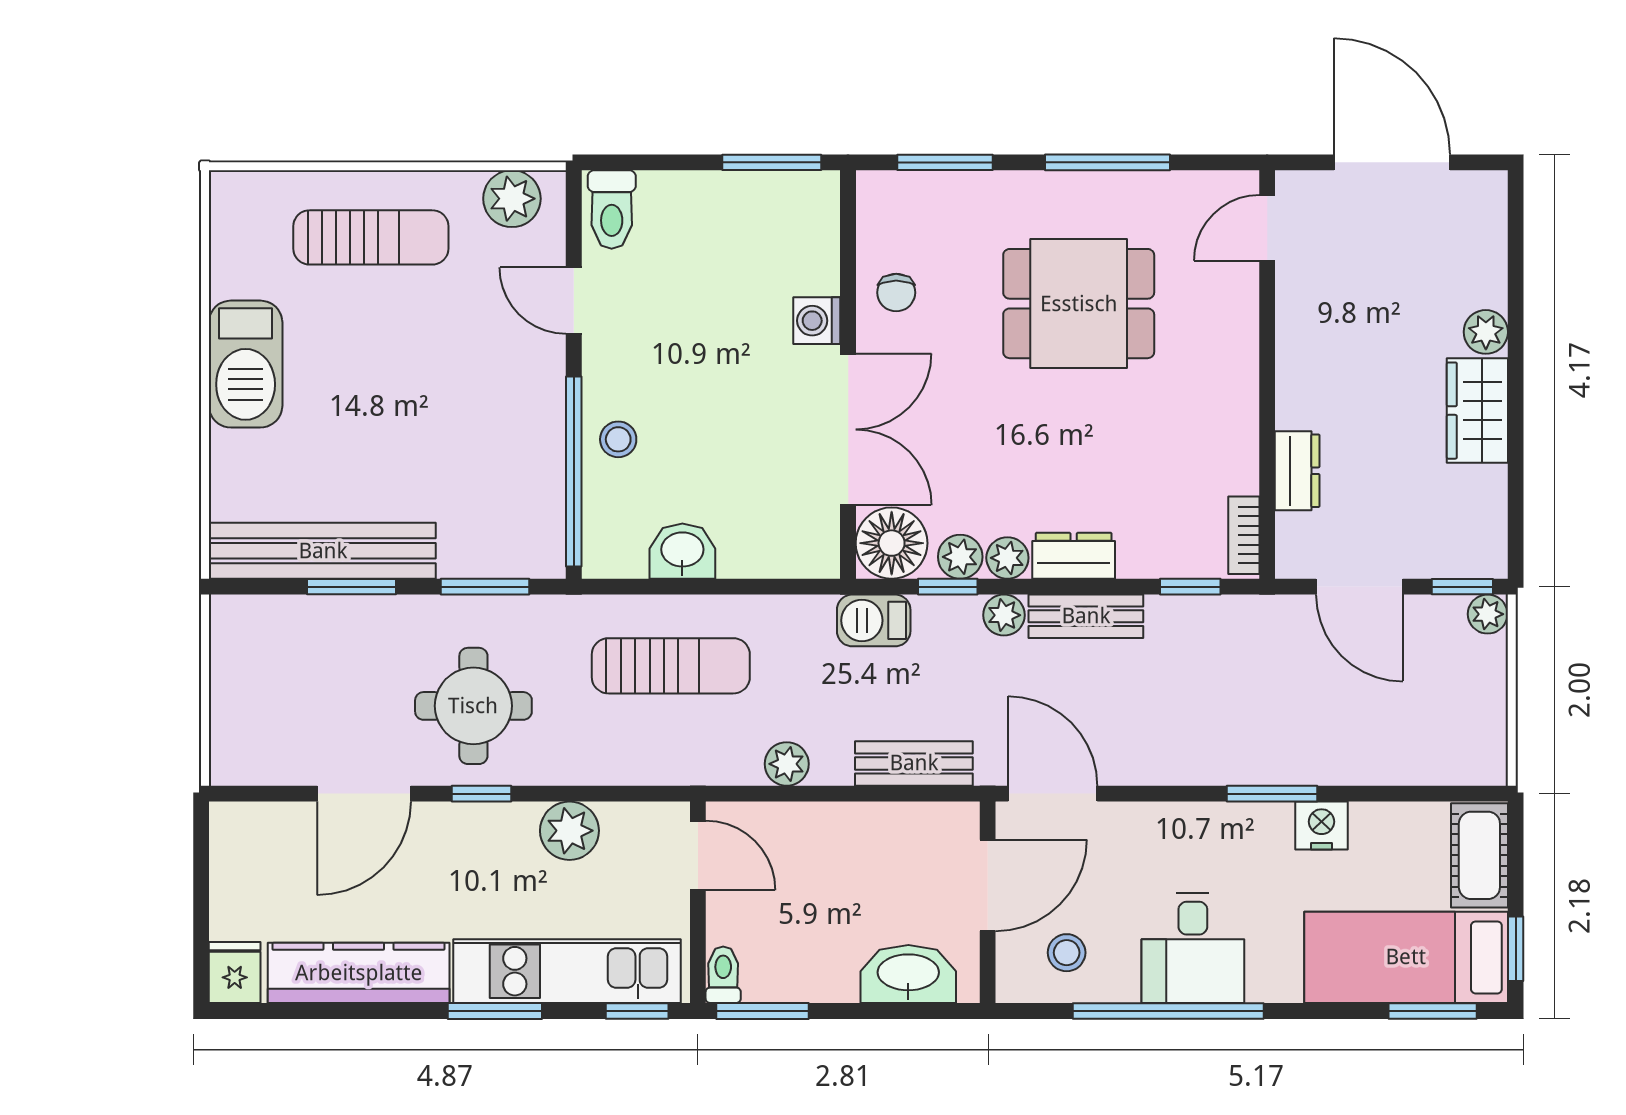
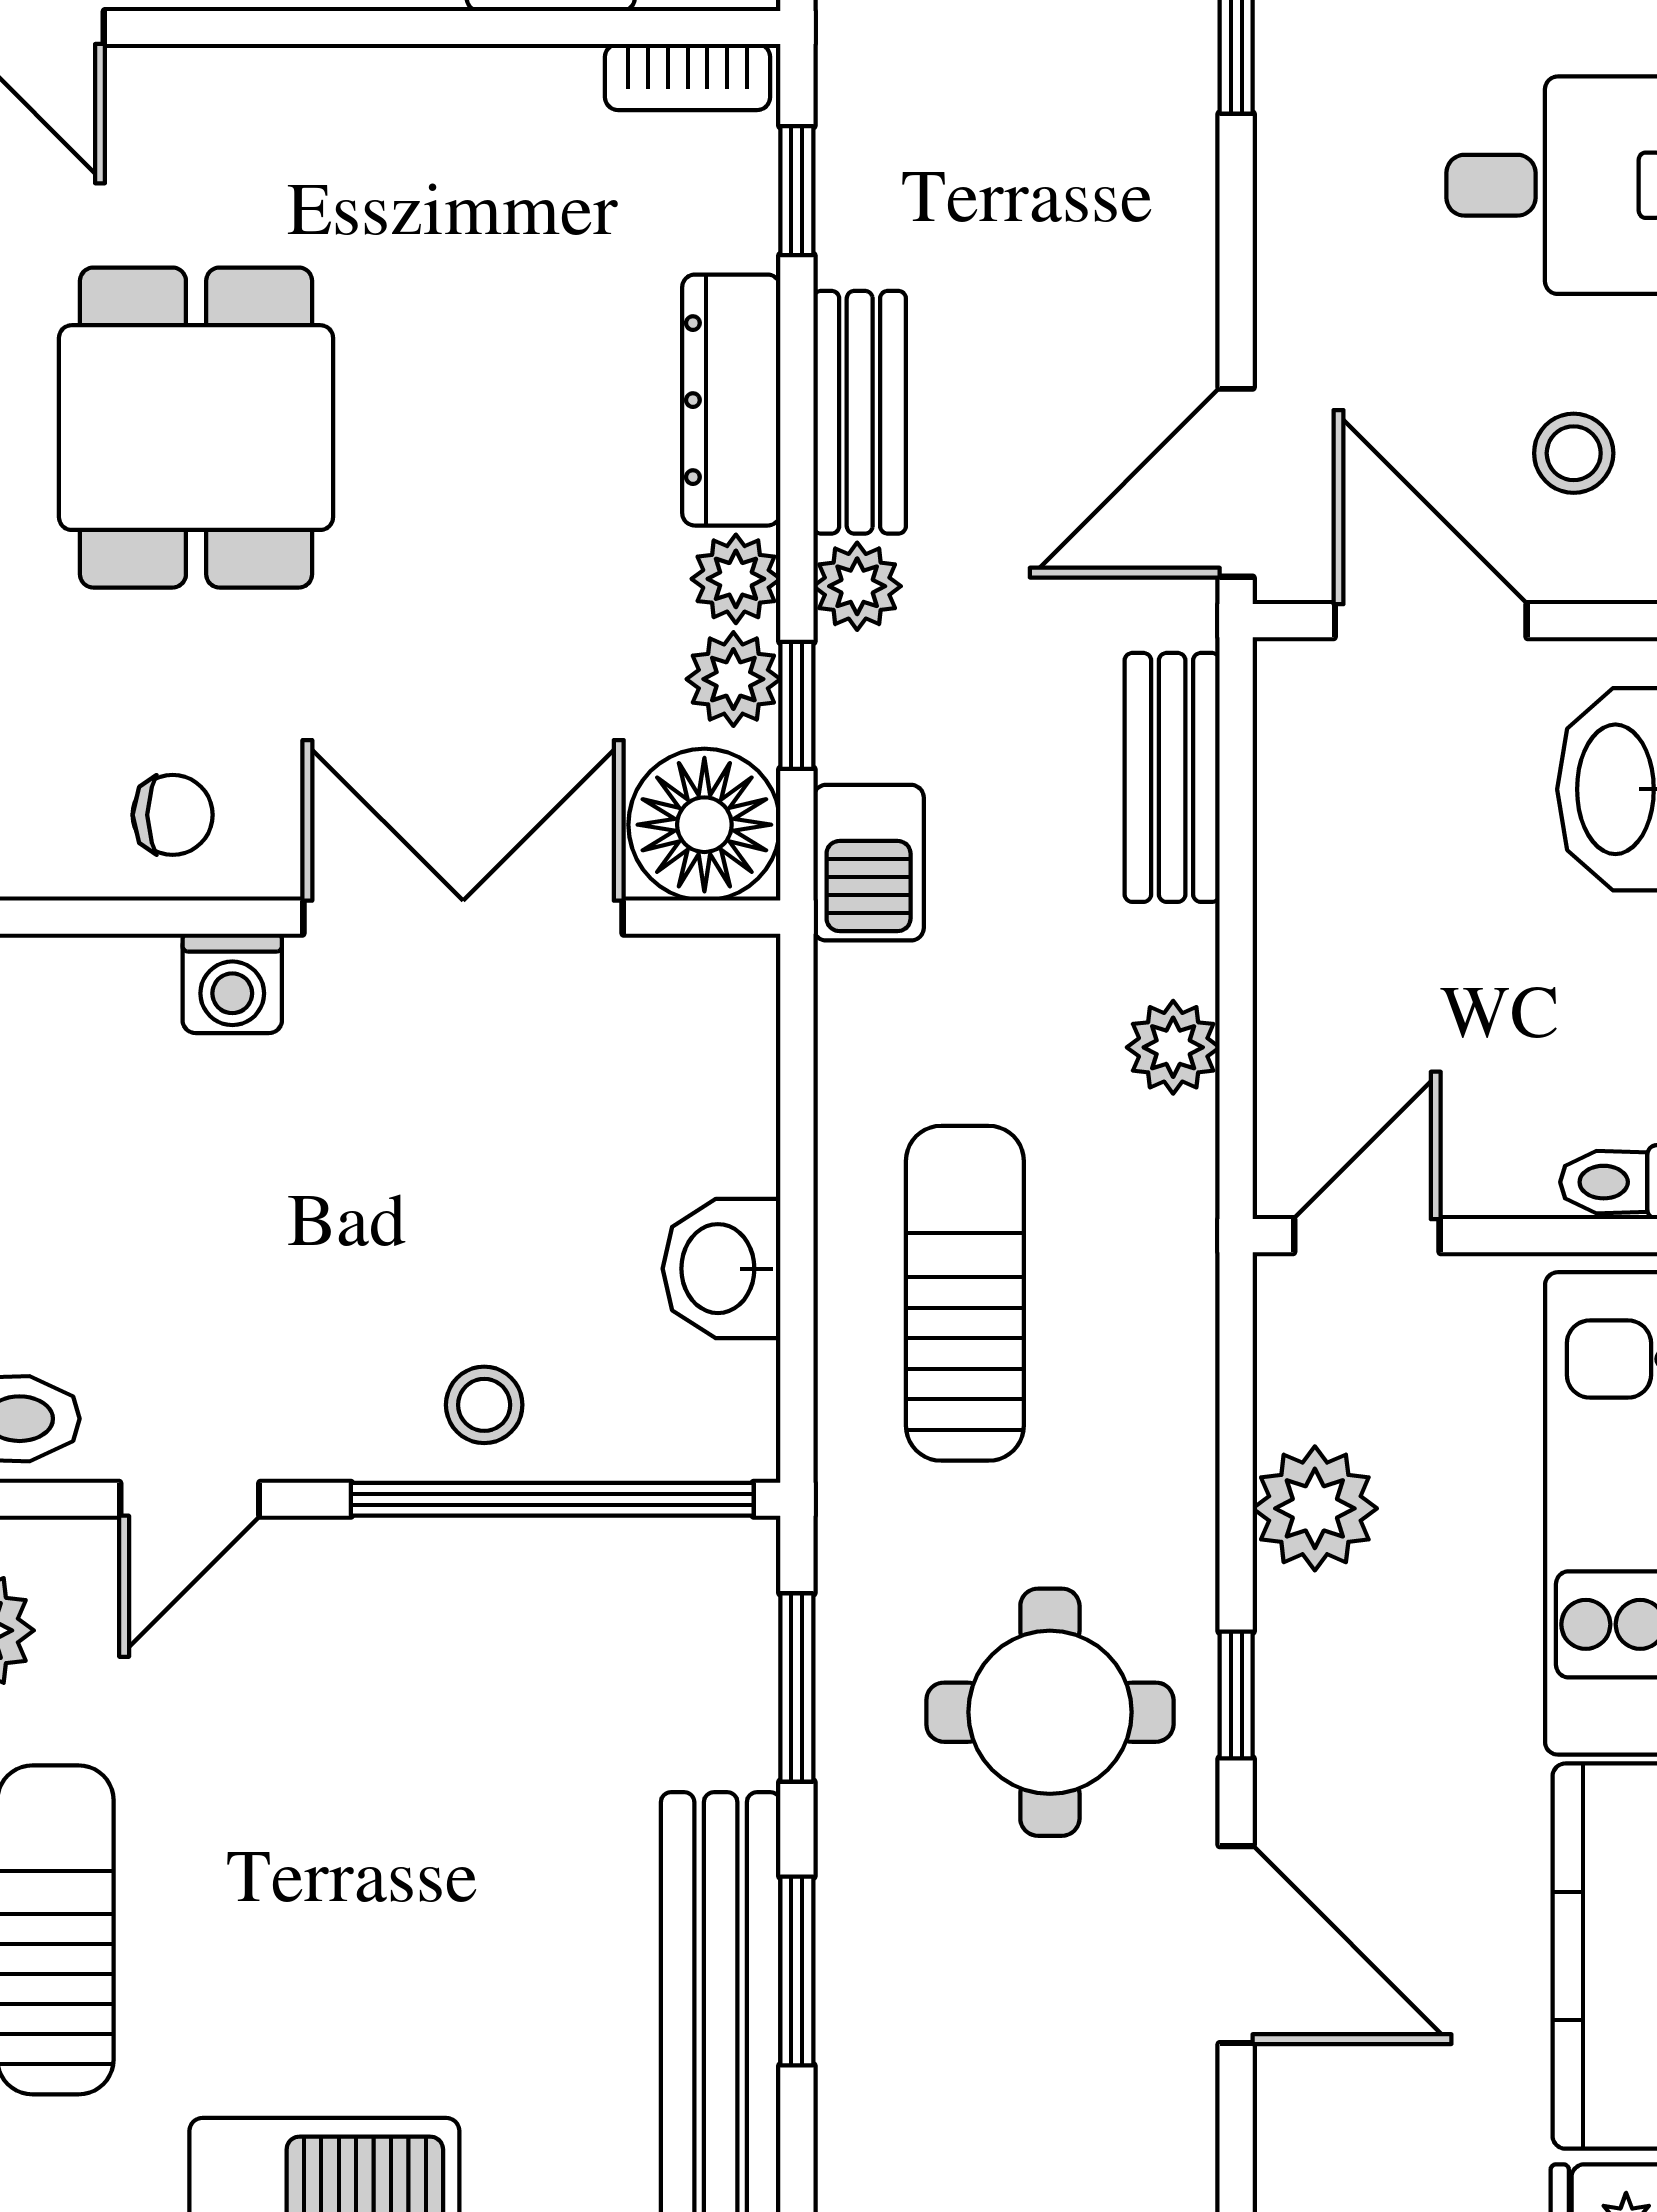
dresser: (1074, 556) -> (731, 400), width x1.44

